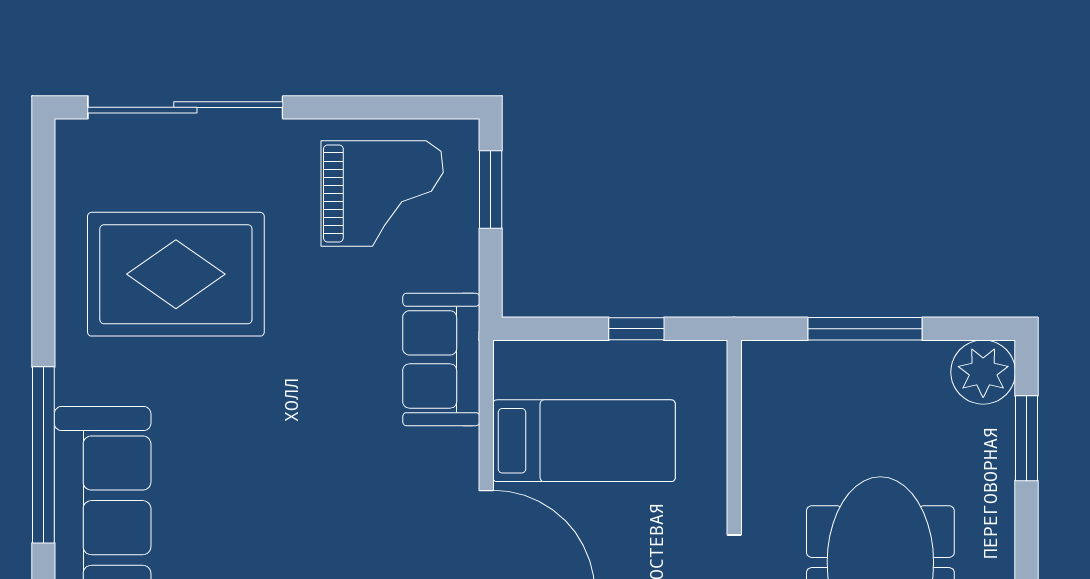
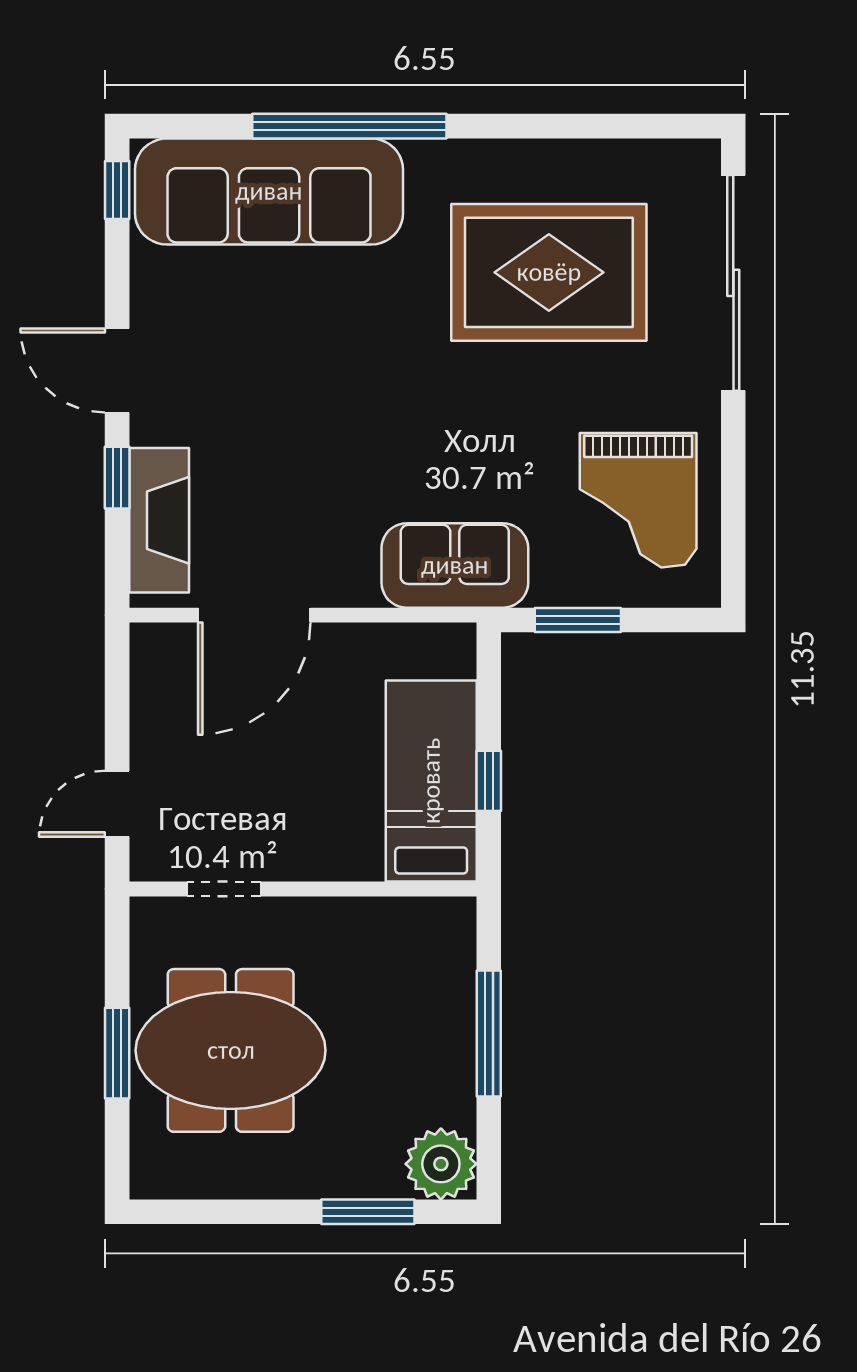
window: (491, 189) -> (578, 620), moved
rug: (176, 274) -> (549, 272), turned 90
bed: (584, 441) -> (431, 781), moved, turned 180

